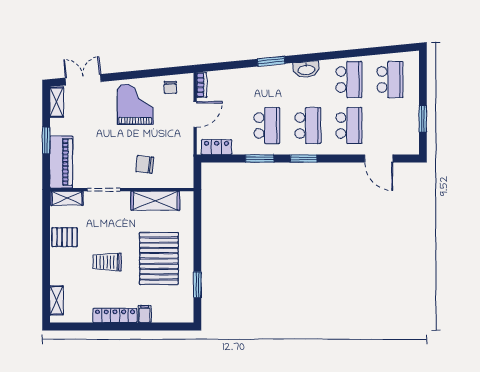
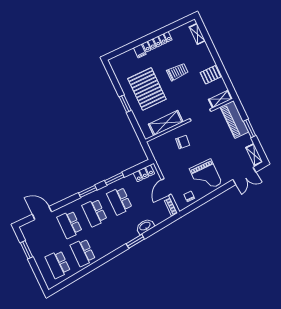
washbasin: (306, 69) -> (145, 226), moved
window: (197, 285) -> (125, 104), moved

